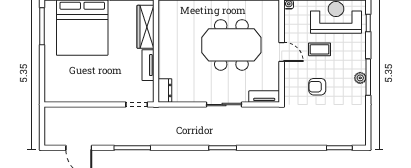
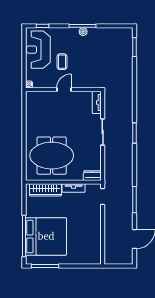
meeting table: (231, 45) -> (52, 156), moved, turned 90
armchair: (317, 87) -> (89, 63), removed

